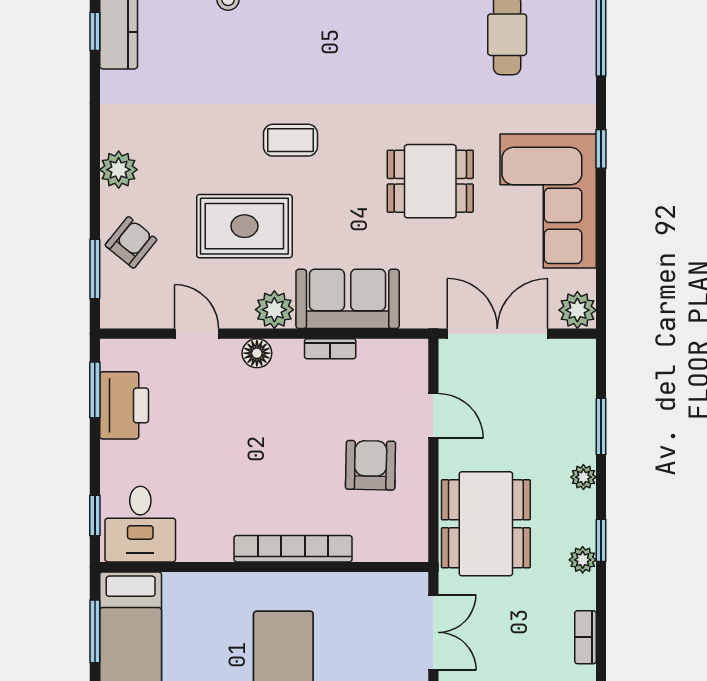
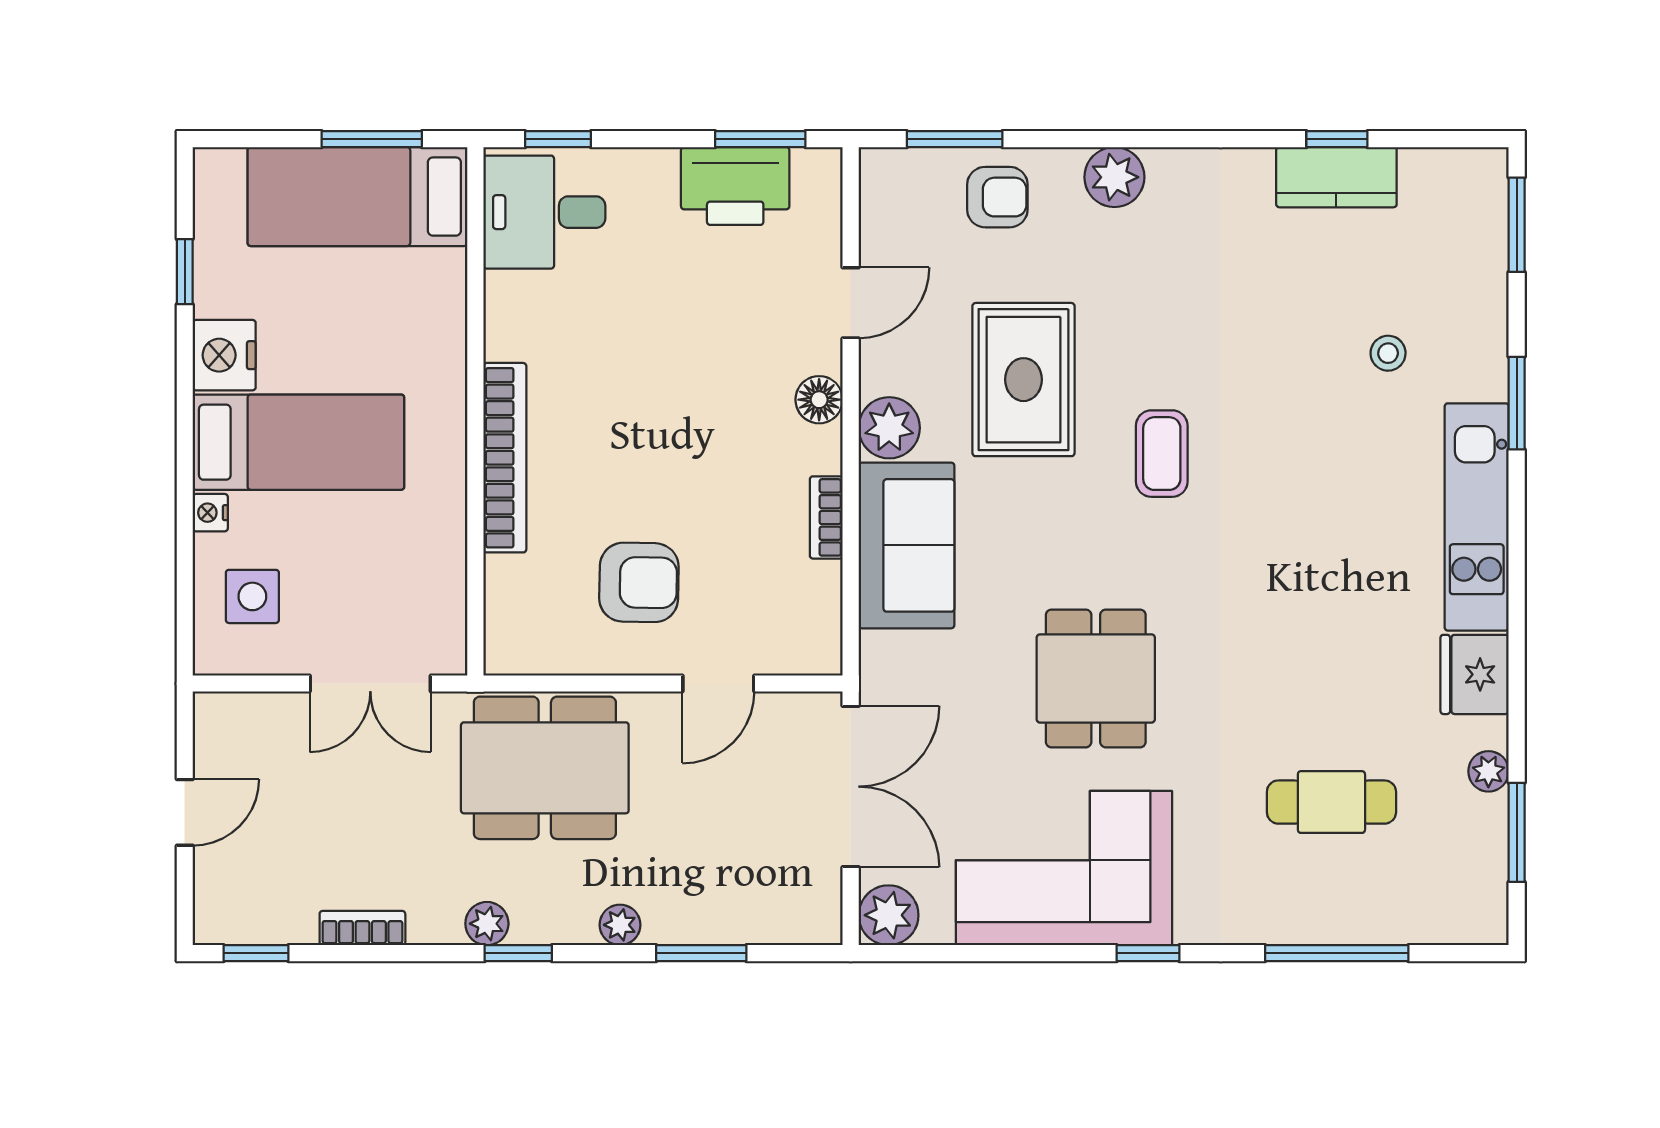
armchair: (131, 242) -> (997, 197), turned -39

